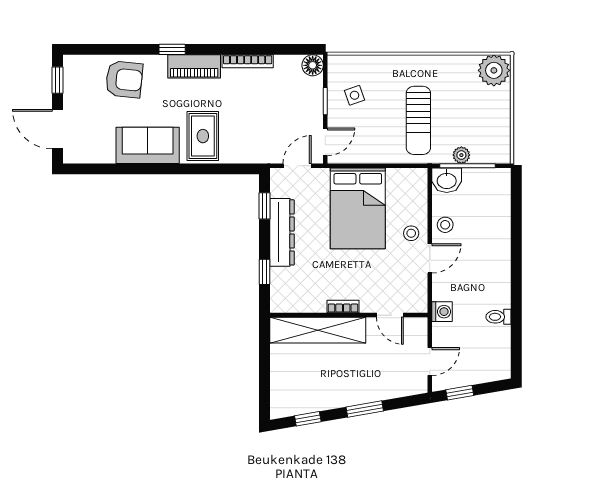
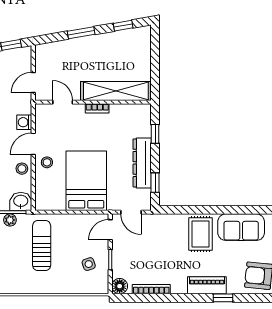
bookcase: (248, 61) -> (151, 289), moved
door: (297, 166) -> (131, 212), hinge flipped
washing machine: (442, 312) -> (24, 122), moved
door: (430, 362) -> (33, 83), moved

